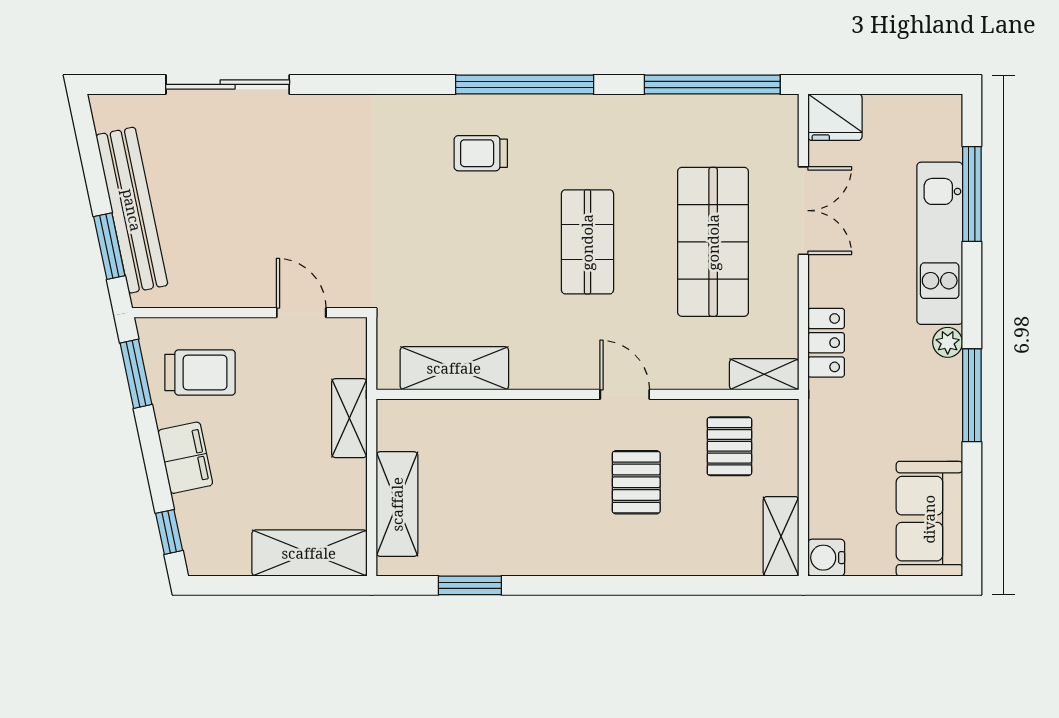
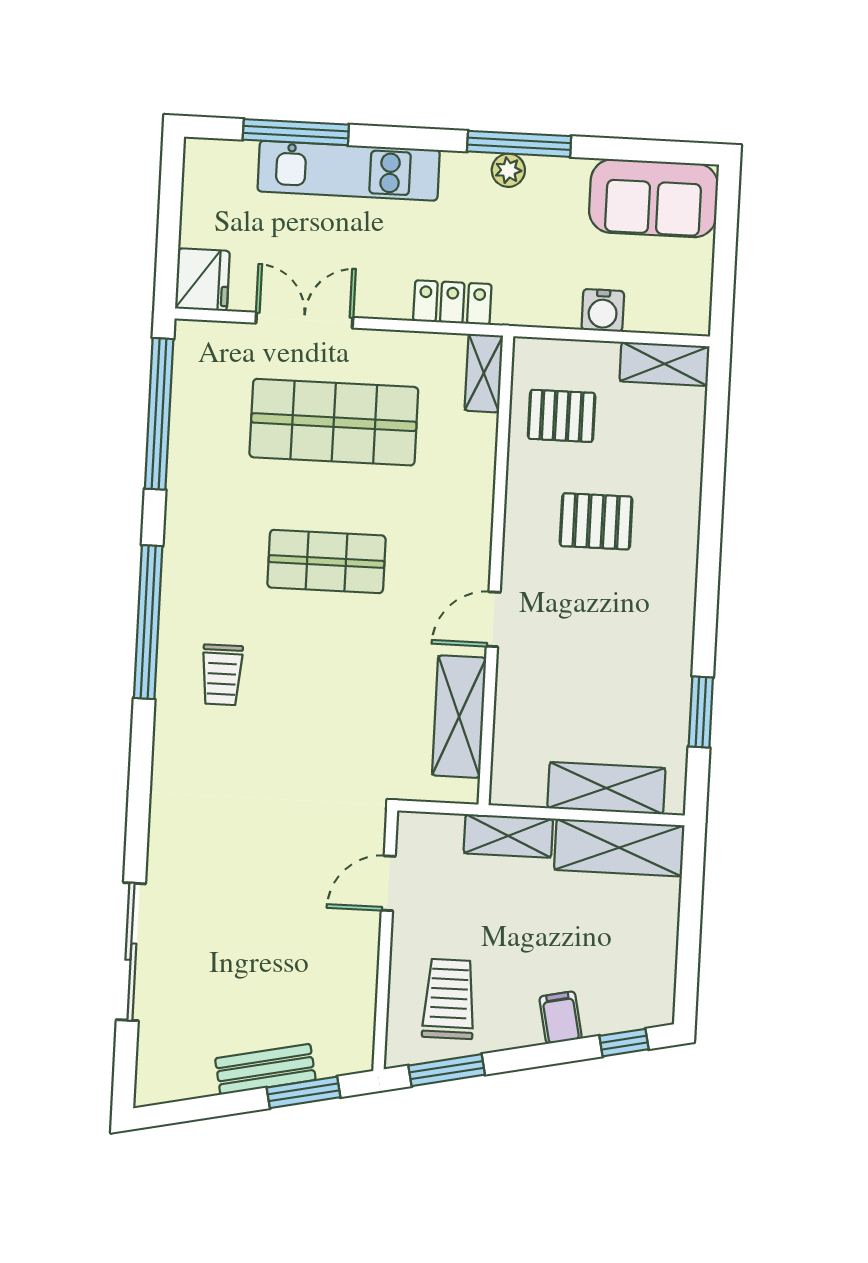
bench: (132, 210) -> (265, 1069), width x0.54, depth x0.82
plant: (948, 342) -> (508, 170), moved
door: (625, 394) -> (493, 619), moved
filing cabinet: (185, 458) -> (561, 1018), width x0.50
shelving: (309, 553) -> (619, 848), moved, turned 90
water cooler: (826, 558) -> (603, 310), moved

